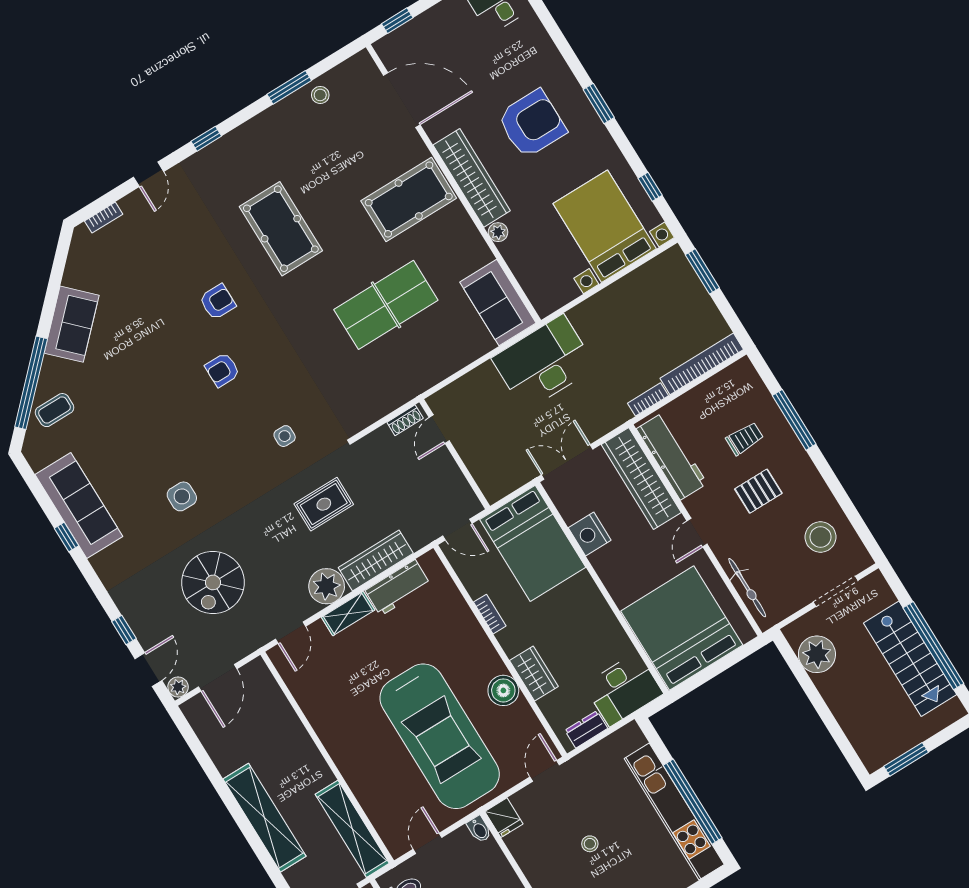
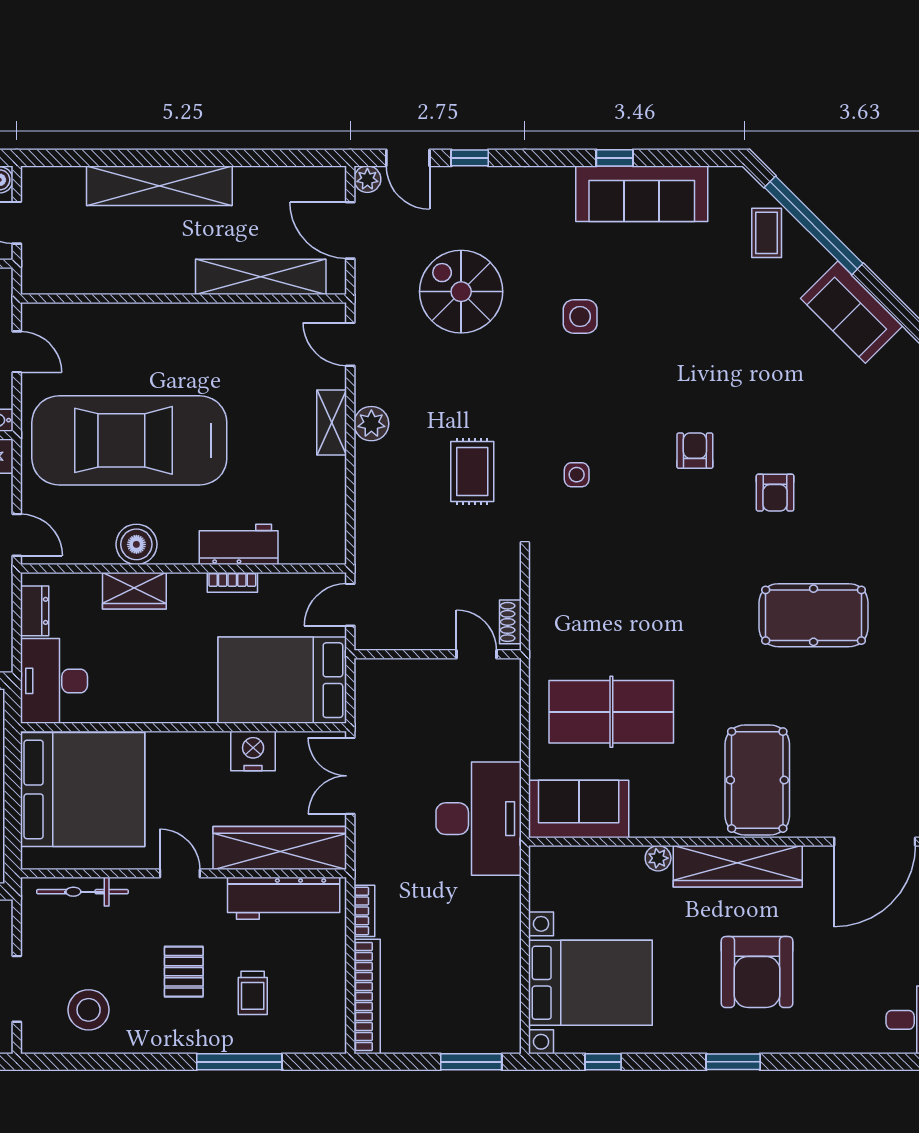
table tennis table: (386, 305) -> (611, 712), moved, turned 90
double door: (567, 462) -> (350, 776), swing flipped
wardrobe: (376, 560) -> (372, 491), removed
plant: (327, 586) -> (371, 424), width x0.73, depth x0.73
workbench: (398, 588) -> (239, 544), moved, turned 90
shelving: (352, 829) -> (261, 277), moved

